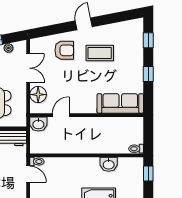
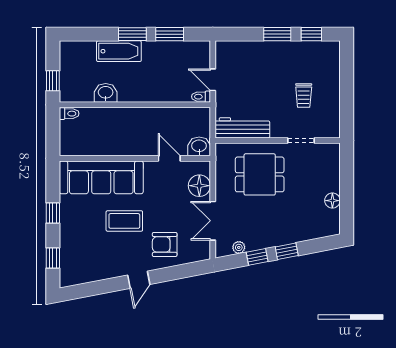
coffee table: (100, 53) -> (124, 221), moved
sofa: (120, 103) -> (101, 177), width x1.36, depth x1.27
door: (61, 115) -> (169, 158), swing flipped

